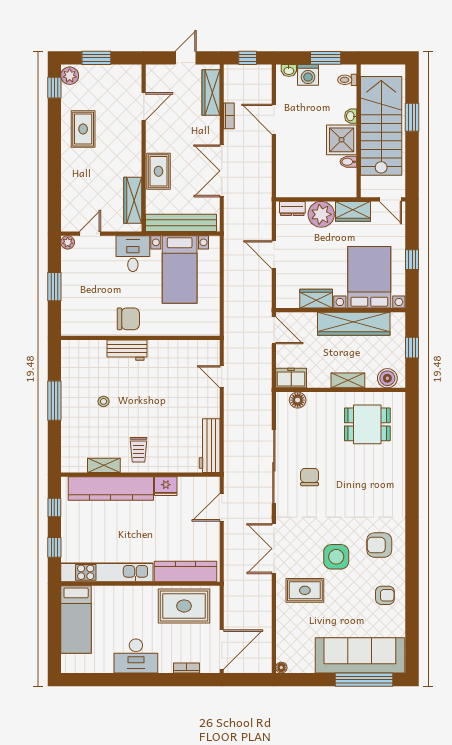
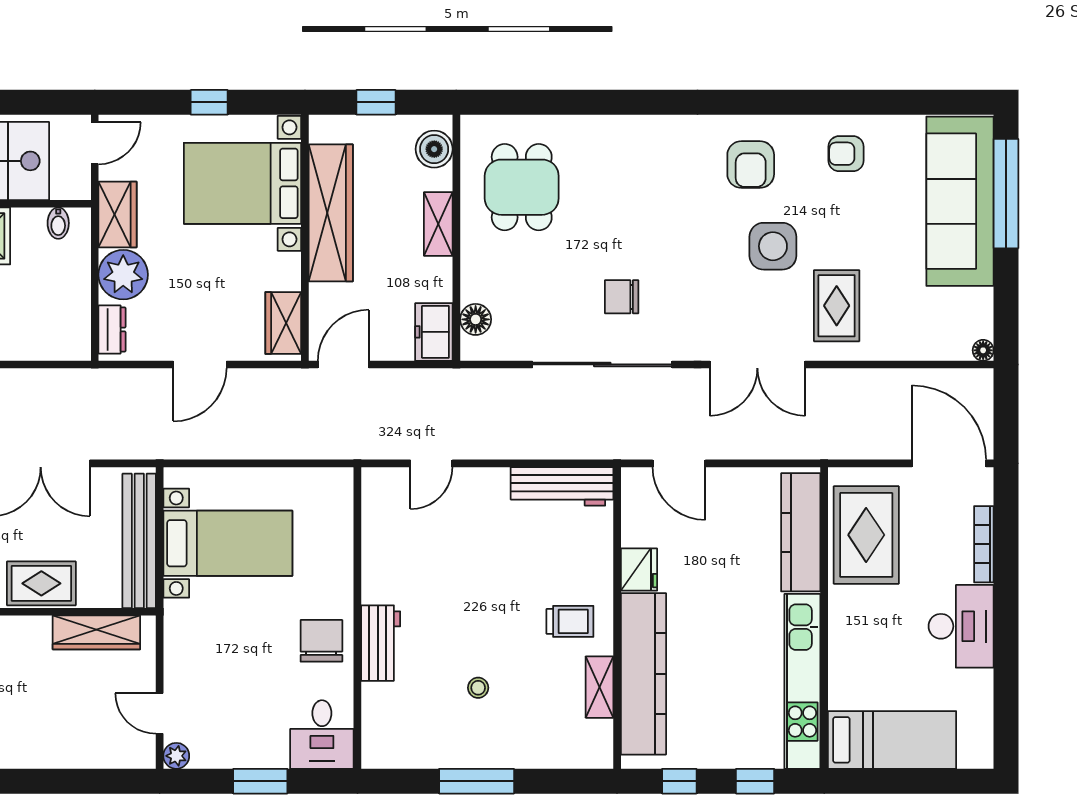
bidet: (348, 162) -> (58, 223), moved
desk: (133, 254) -> (322, 734), moved, turned -90
wardrobe: (316, 299) -> (283, 323), moved
armchair: (385, 595) -> (846, 154), turned -90
bookcase: (186, 668) -> (984, 544), width x1.56

